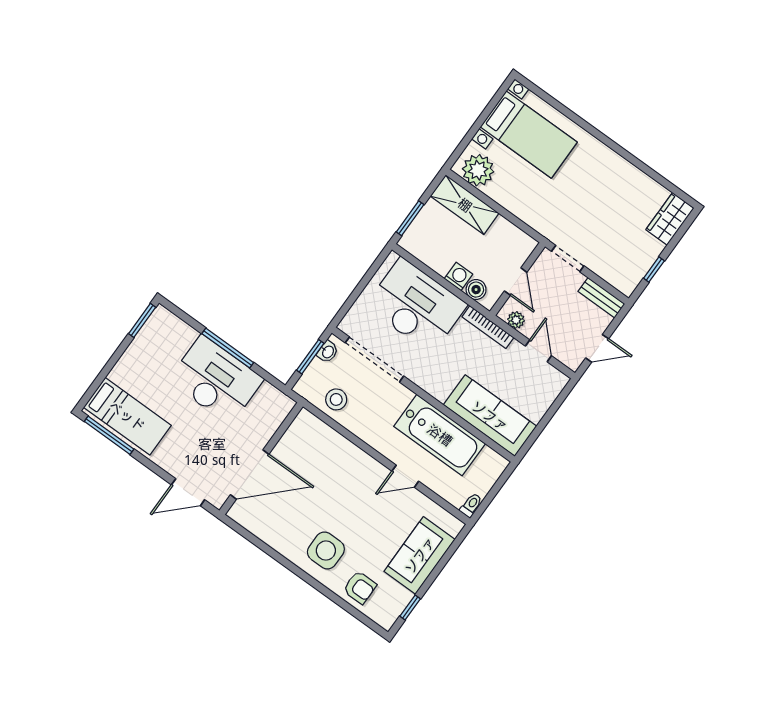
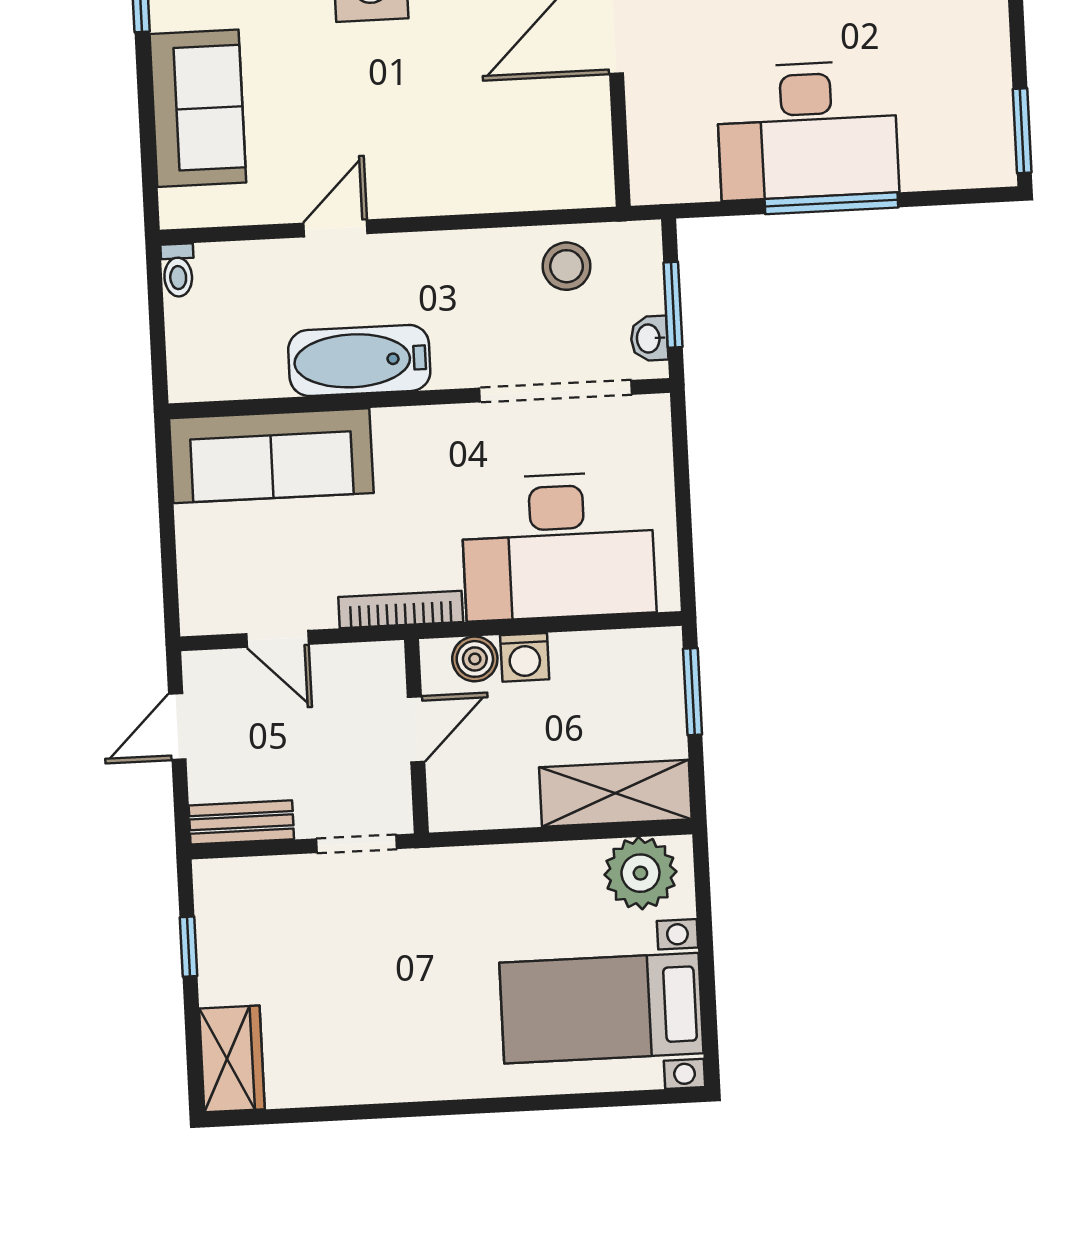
door: (516, 282) -> (416, 729), swing flipped
plant: (516, 320) -> (361, 662), removed
bathtub: (440, 435) -> (359, 360), width x0.73, depth x0.73

